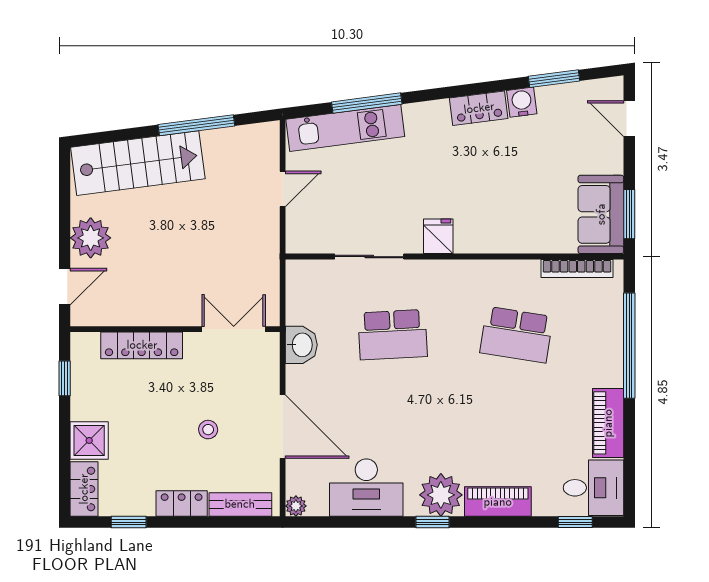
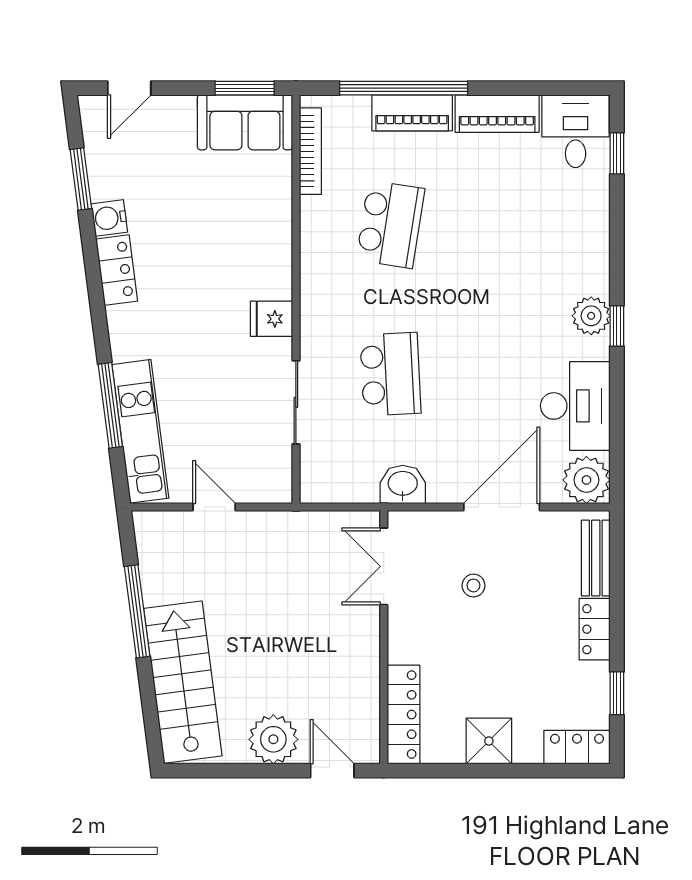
locker: (142, 345) -> (403, 715), moved
window: (65, 378) -> (443, 771), removed
stool: (208, 430) -> (473, 585), moved
shower: (89, 440) -> (489, 741), moved
plant: (441, 495) -> (591, 316), width x0.73, depth x0.73
piano: (498, 502) -> (412, 113), moved, turned -90
plant: (296, 506) -> (586, 480), width x1.88, depth x1.88

